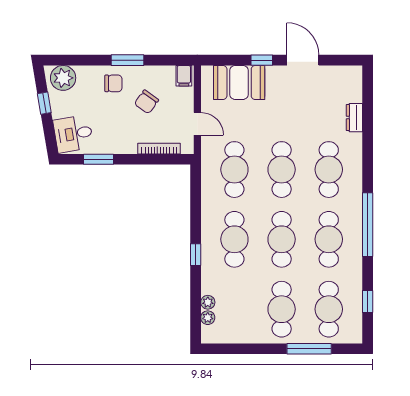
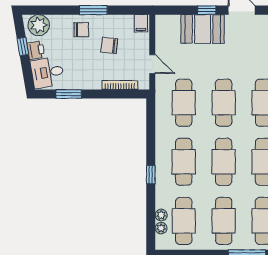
booth: (239, 82) -> (203, 29), moved
chair: (146, 102) -> (109, 45), turned 60
printer: (60, 107) -> (36, 50), added
cafe table: (234, 309) -> (184, 221), added

